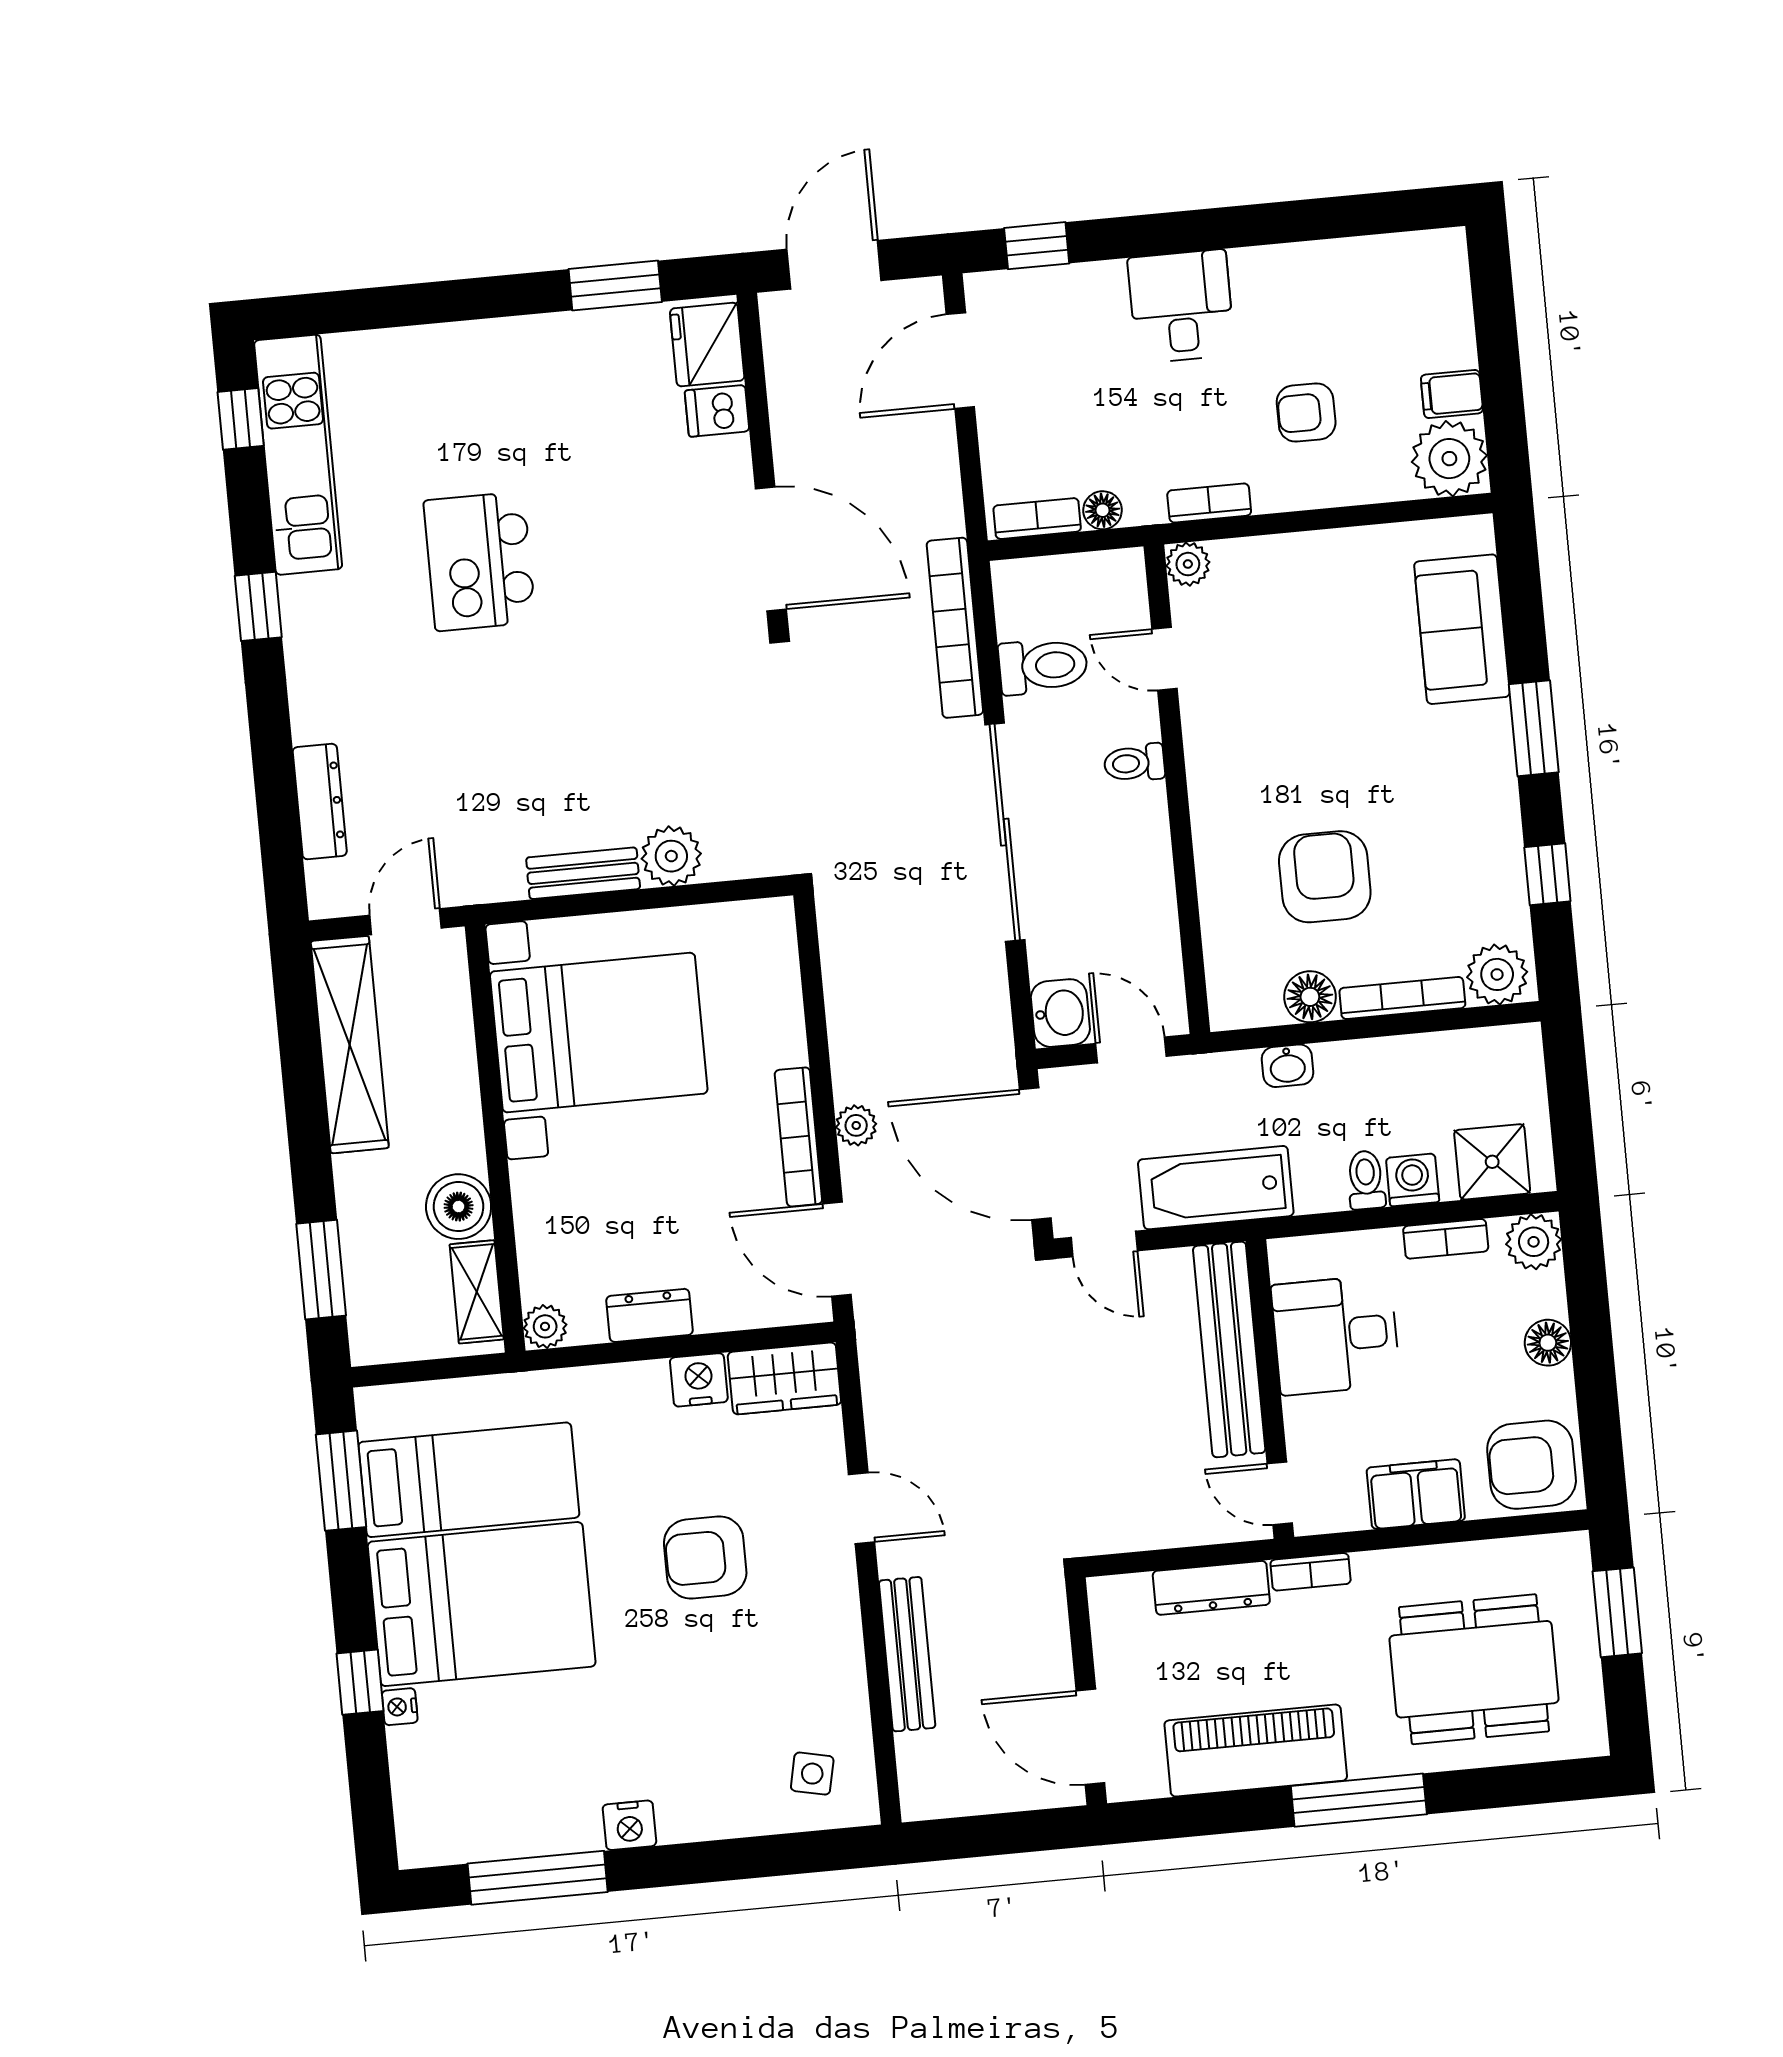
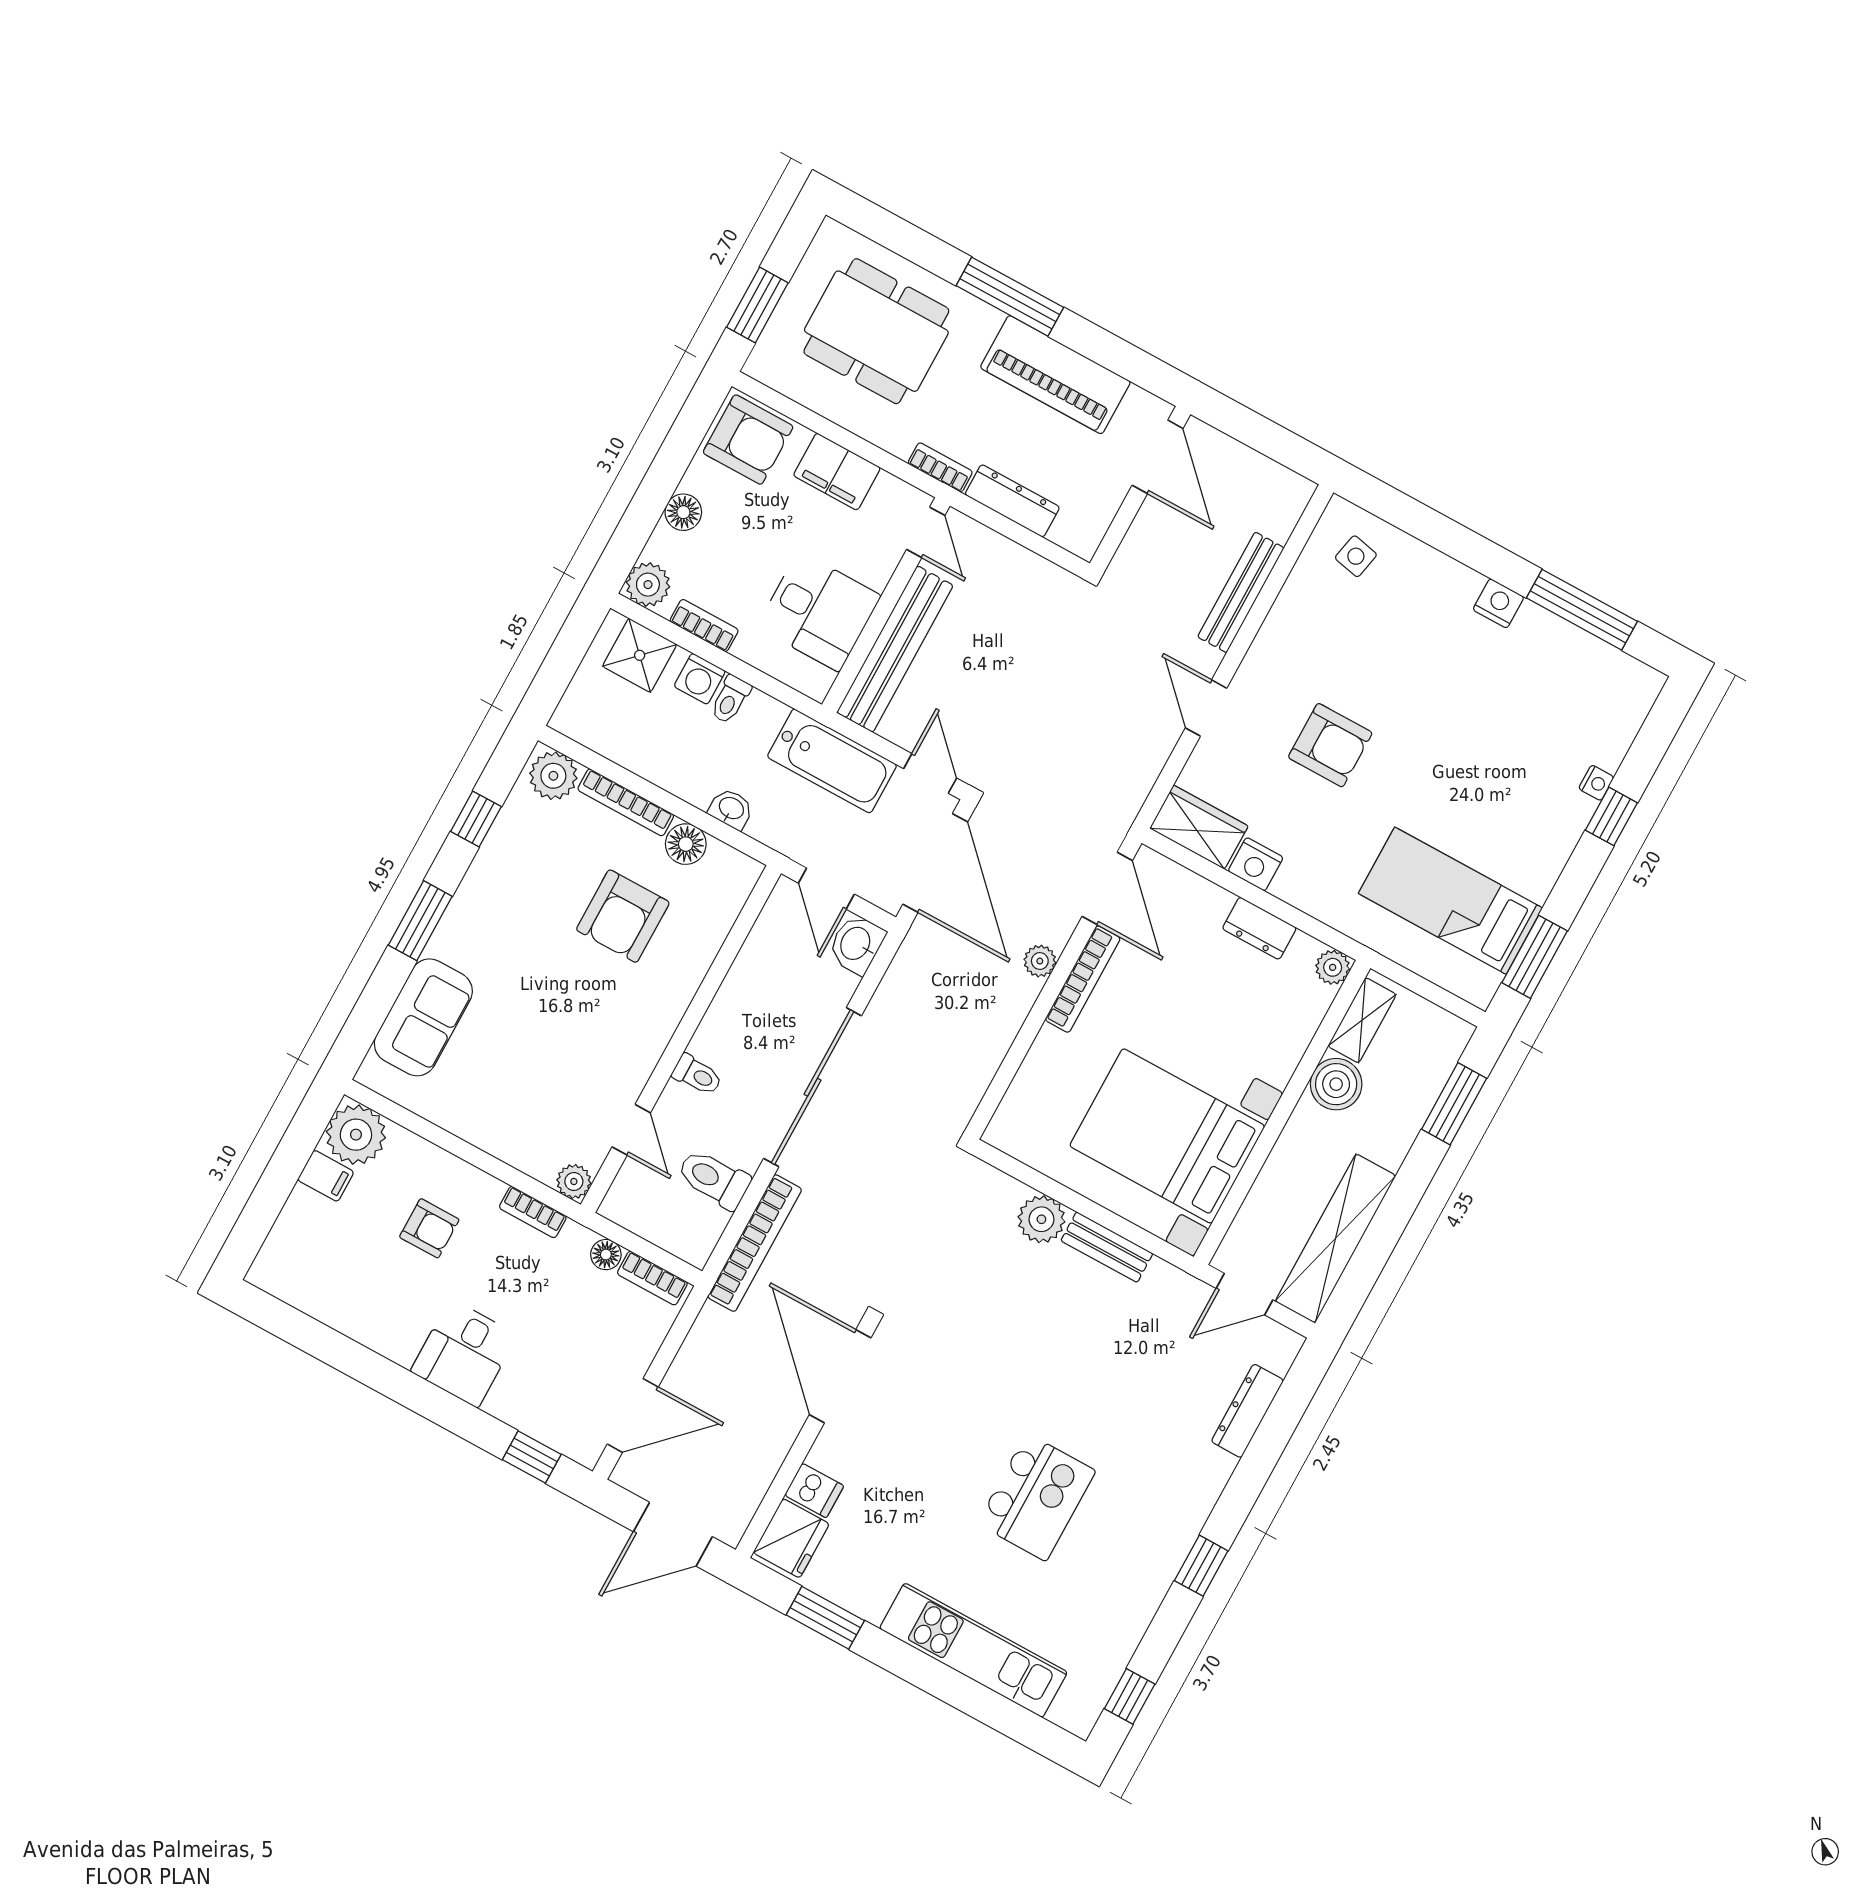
kitchen unit: (298, 455) -> (973, 1650), moved, turned 90
bed: (482, 1604) -> (1497, 814), removed

